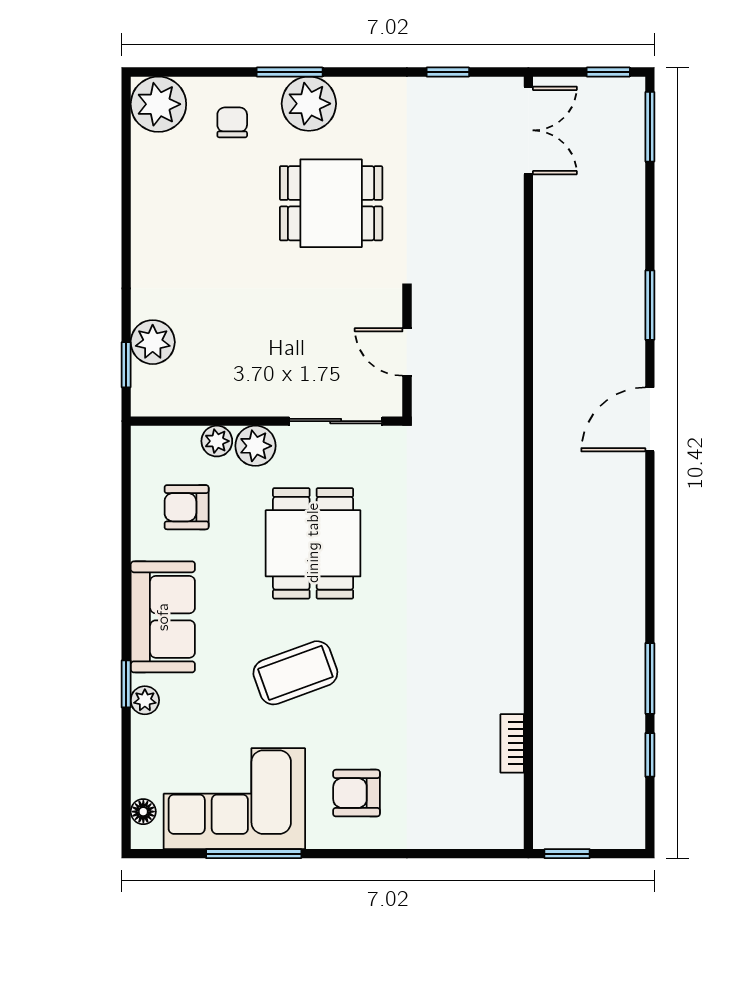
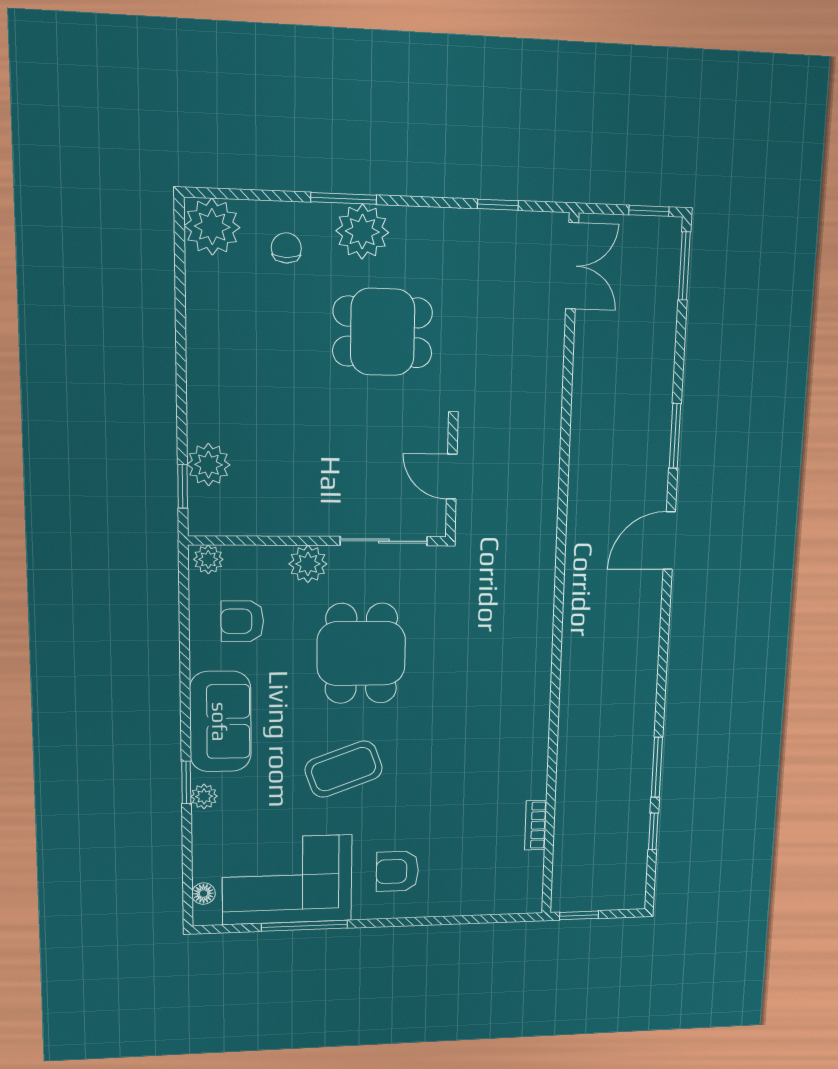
plant: (217, 441) -> (208, 559), moved

